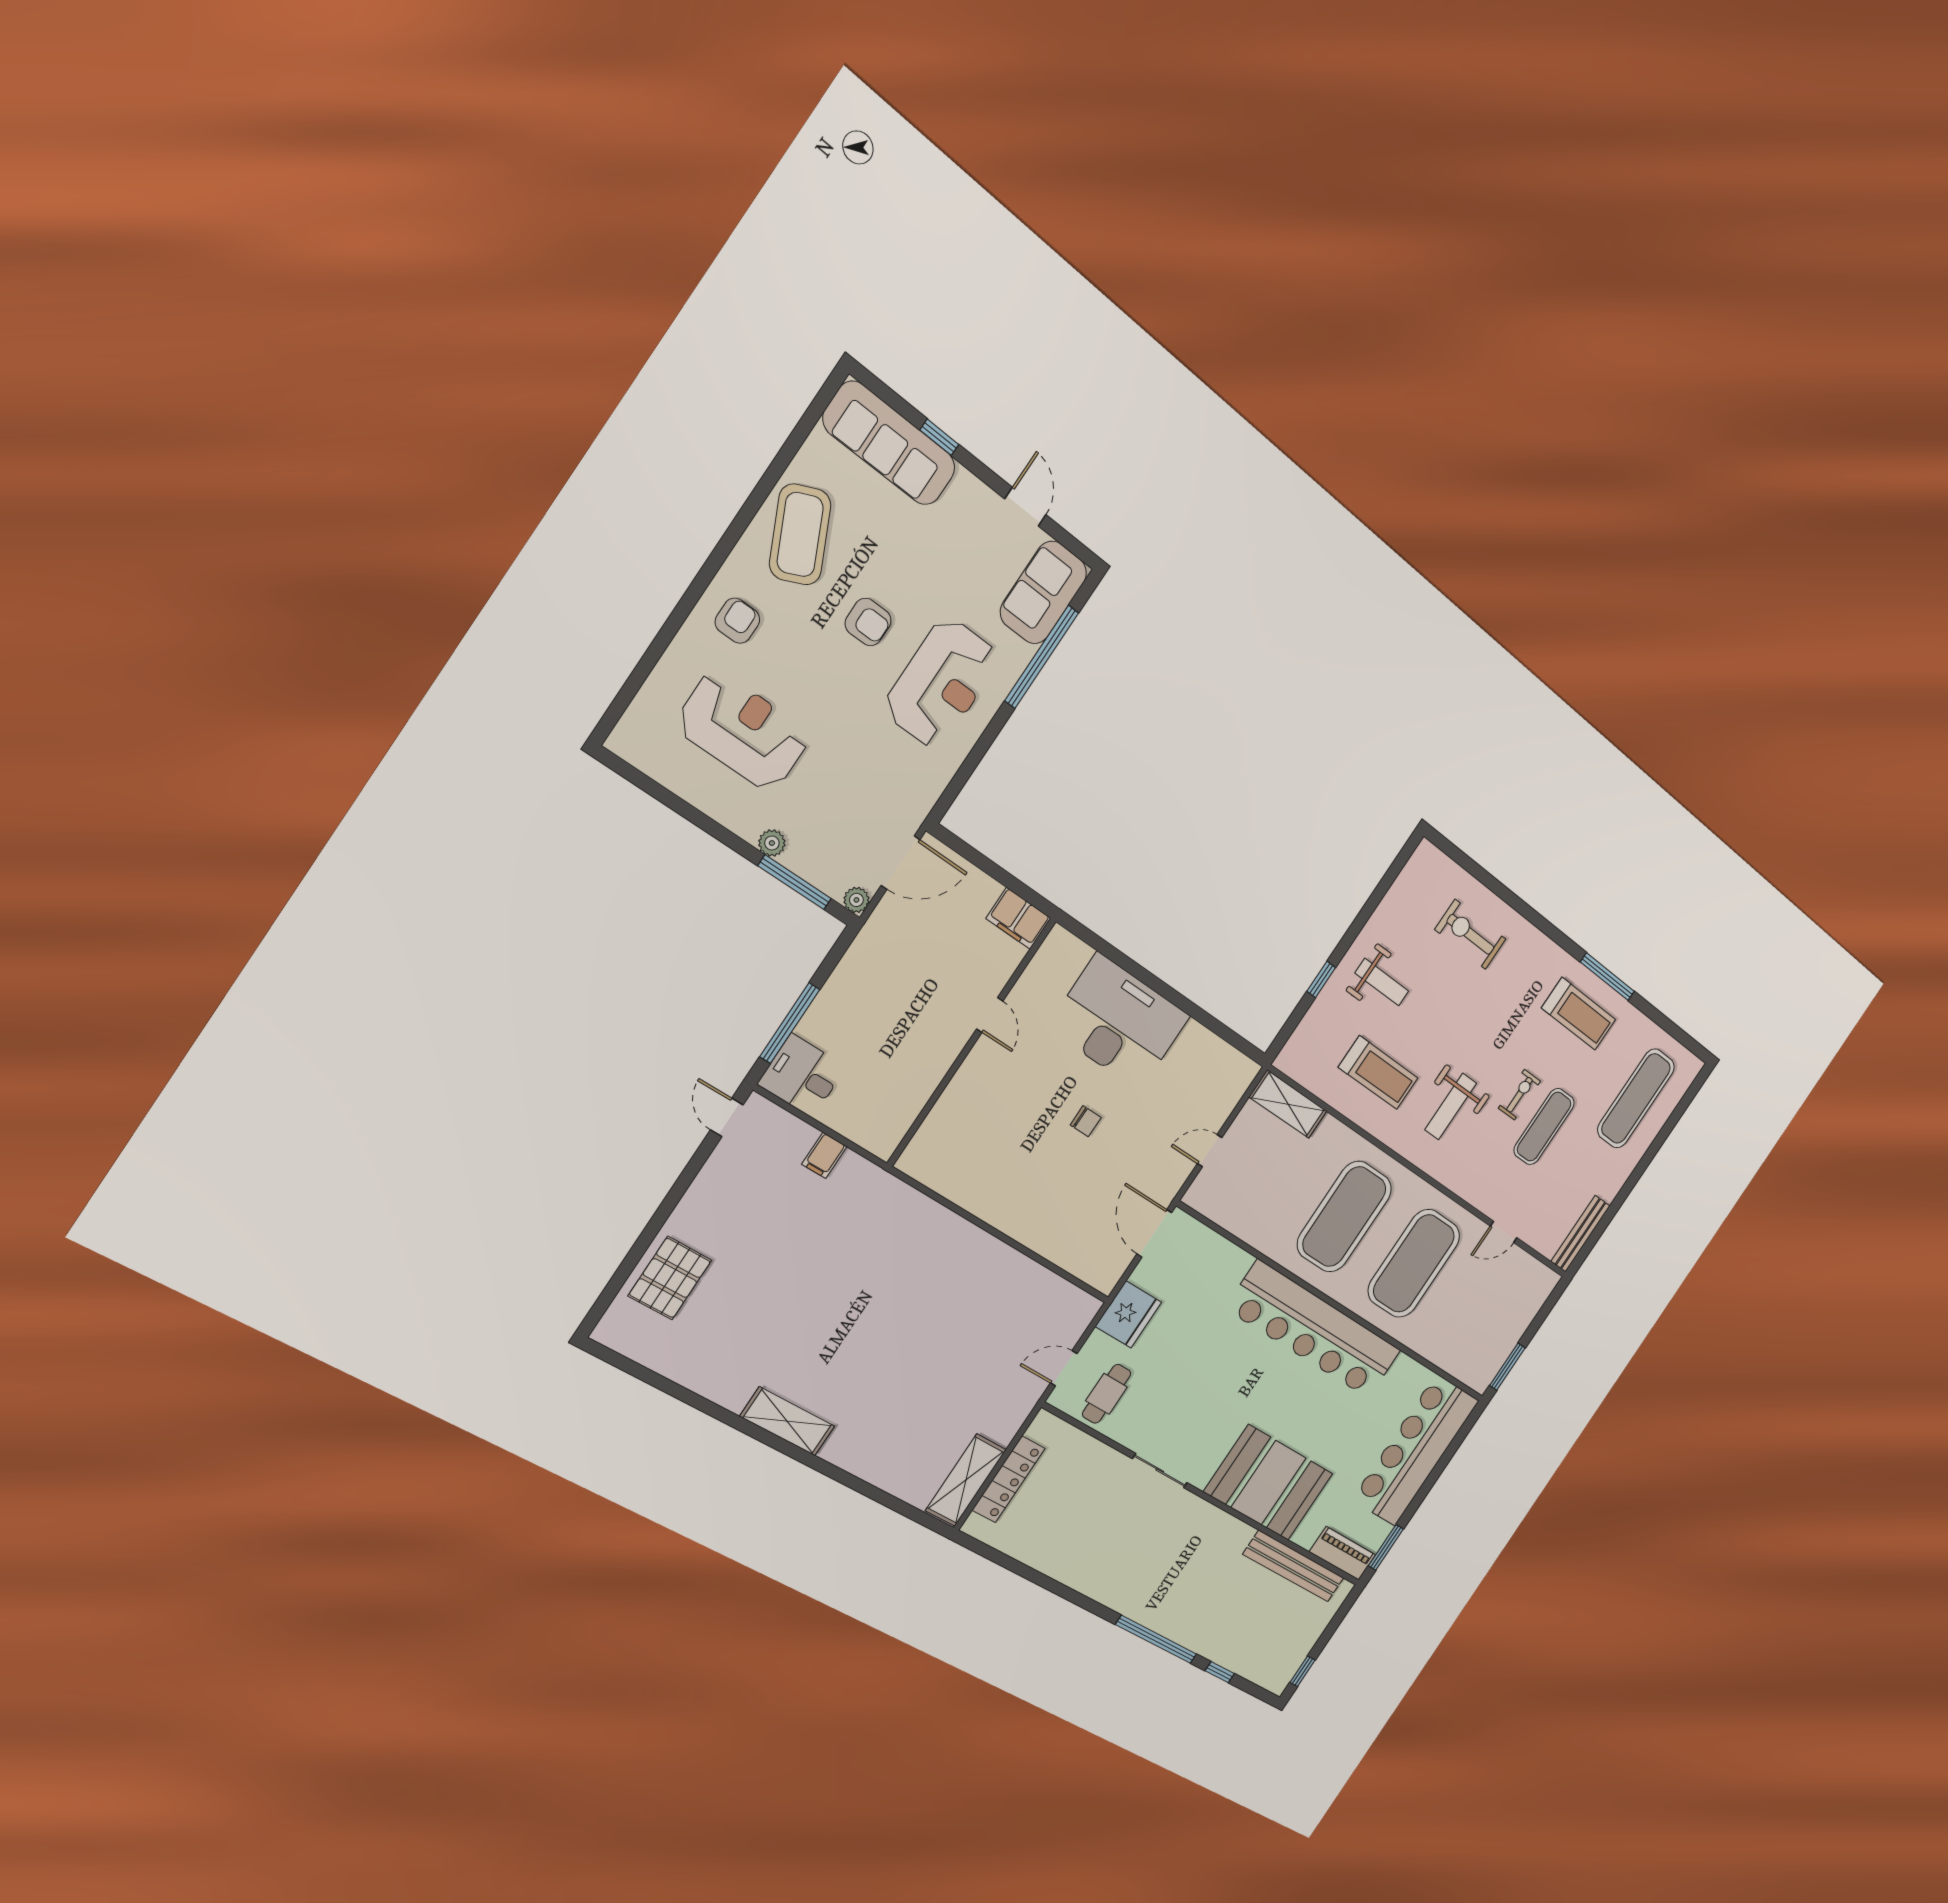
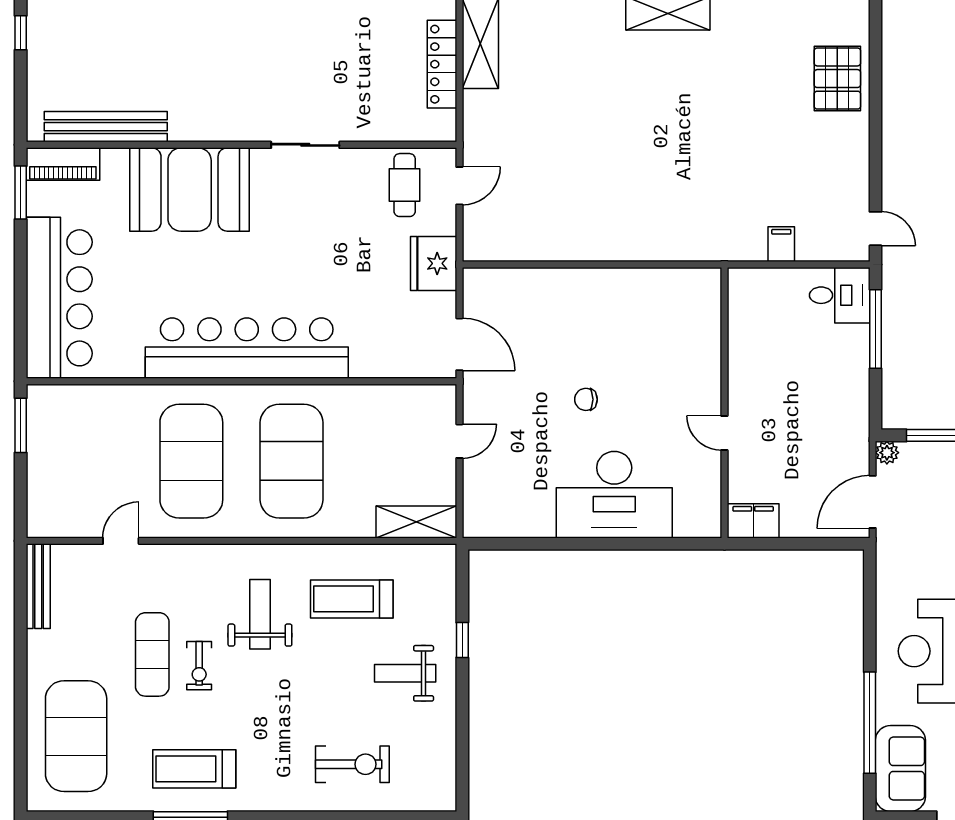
exercise mat: (1636, 1098) -> (76, 736), width x1.47

